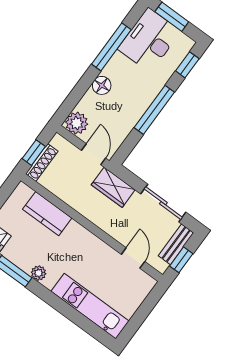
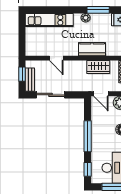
wardrobe: (113, 187) -> (98, 67), moved, turned 180
kitchen counter: (47, 214) -> (92, 49), moved
door: (133, 258) -> (56, 58), moved

